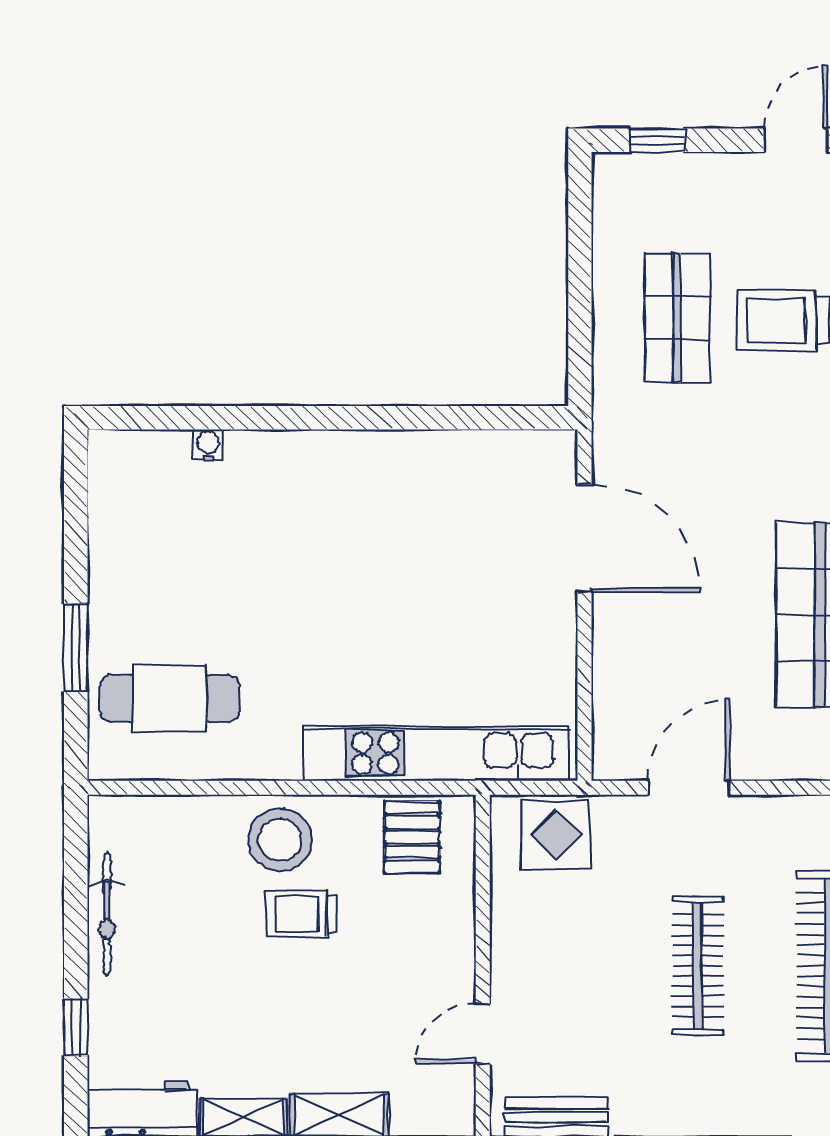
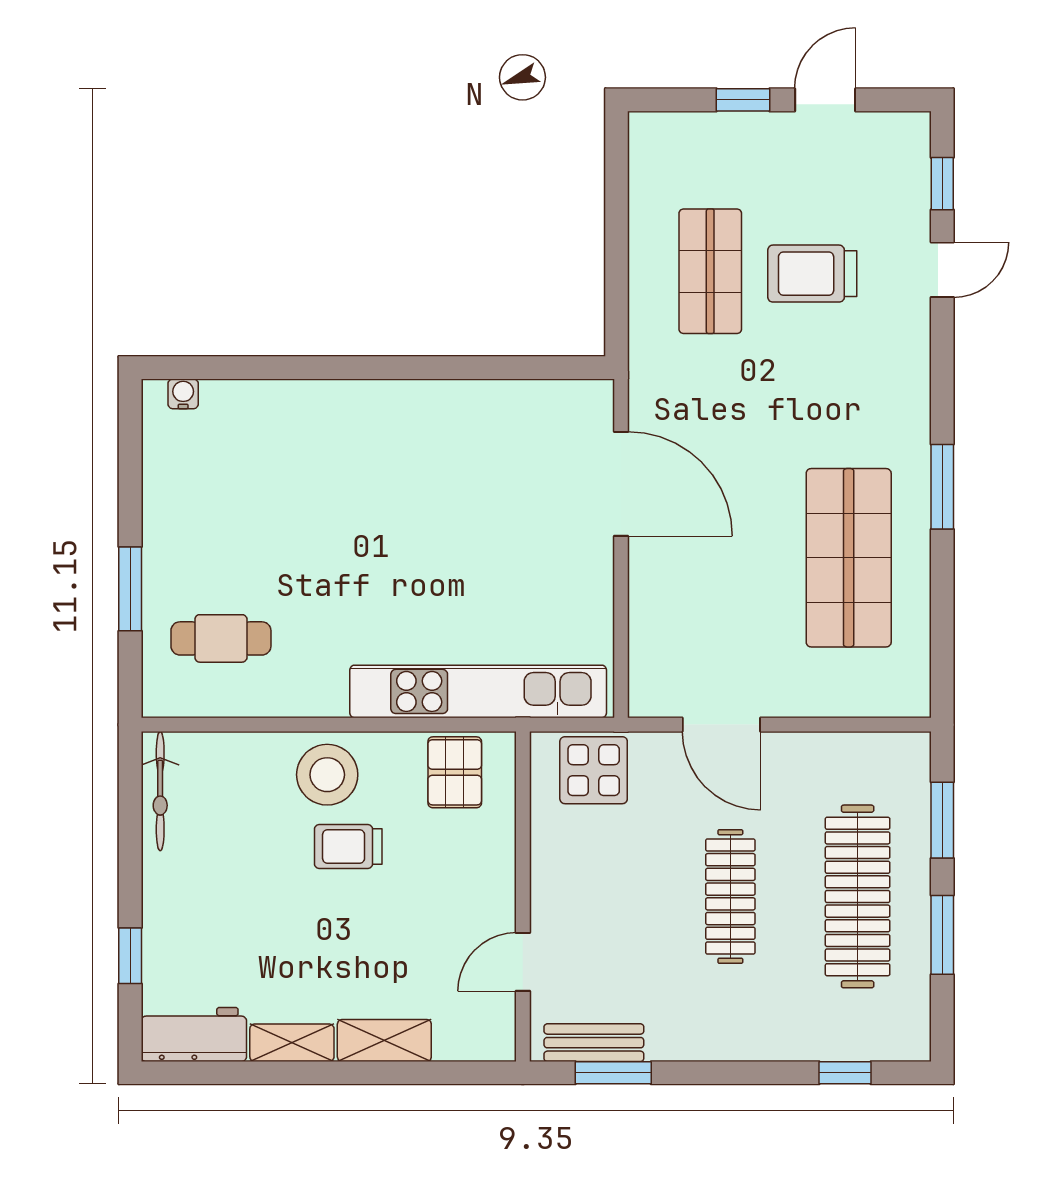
window: (658, 140) -> (743, 100), moved
water cooler: (208, 445) -> (183, 394), moved
cafe table: (170, 698) -> (221, 638), width x0.73, depth x0.74
door: (689, 788) -> (721, 725), swing flipped
bicycle: (107, 914) -> (160, 791), moved

